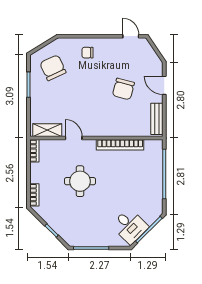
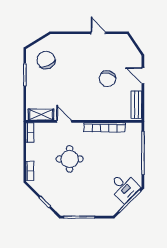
door: (131, 36) -> (98, 33), moved
chair: (87, 53) -> (76, 47), removed
desk: (130, 226) -> (124, 187), moved

